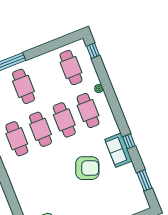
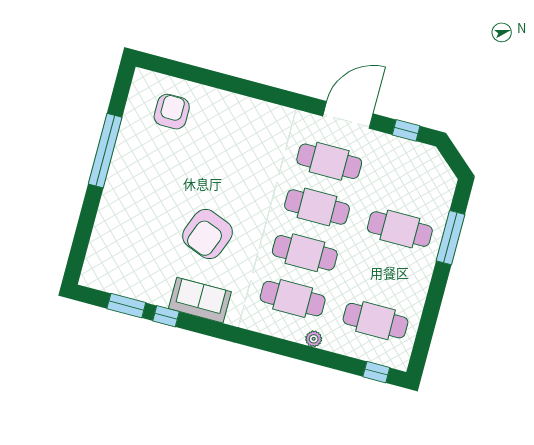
window: (129, 141) -> (166, 316), moved

